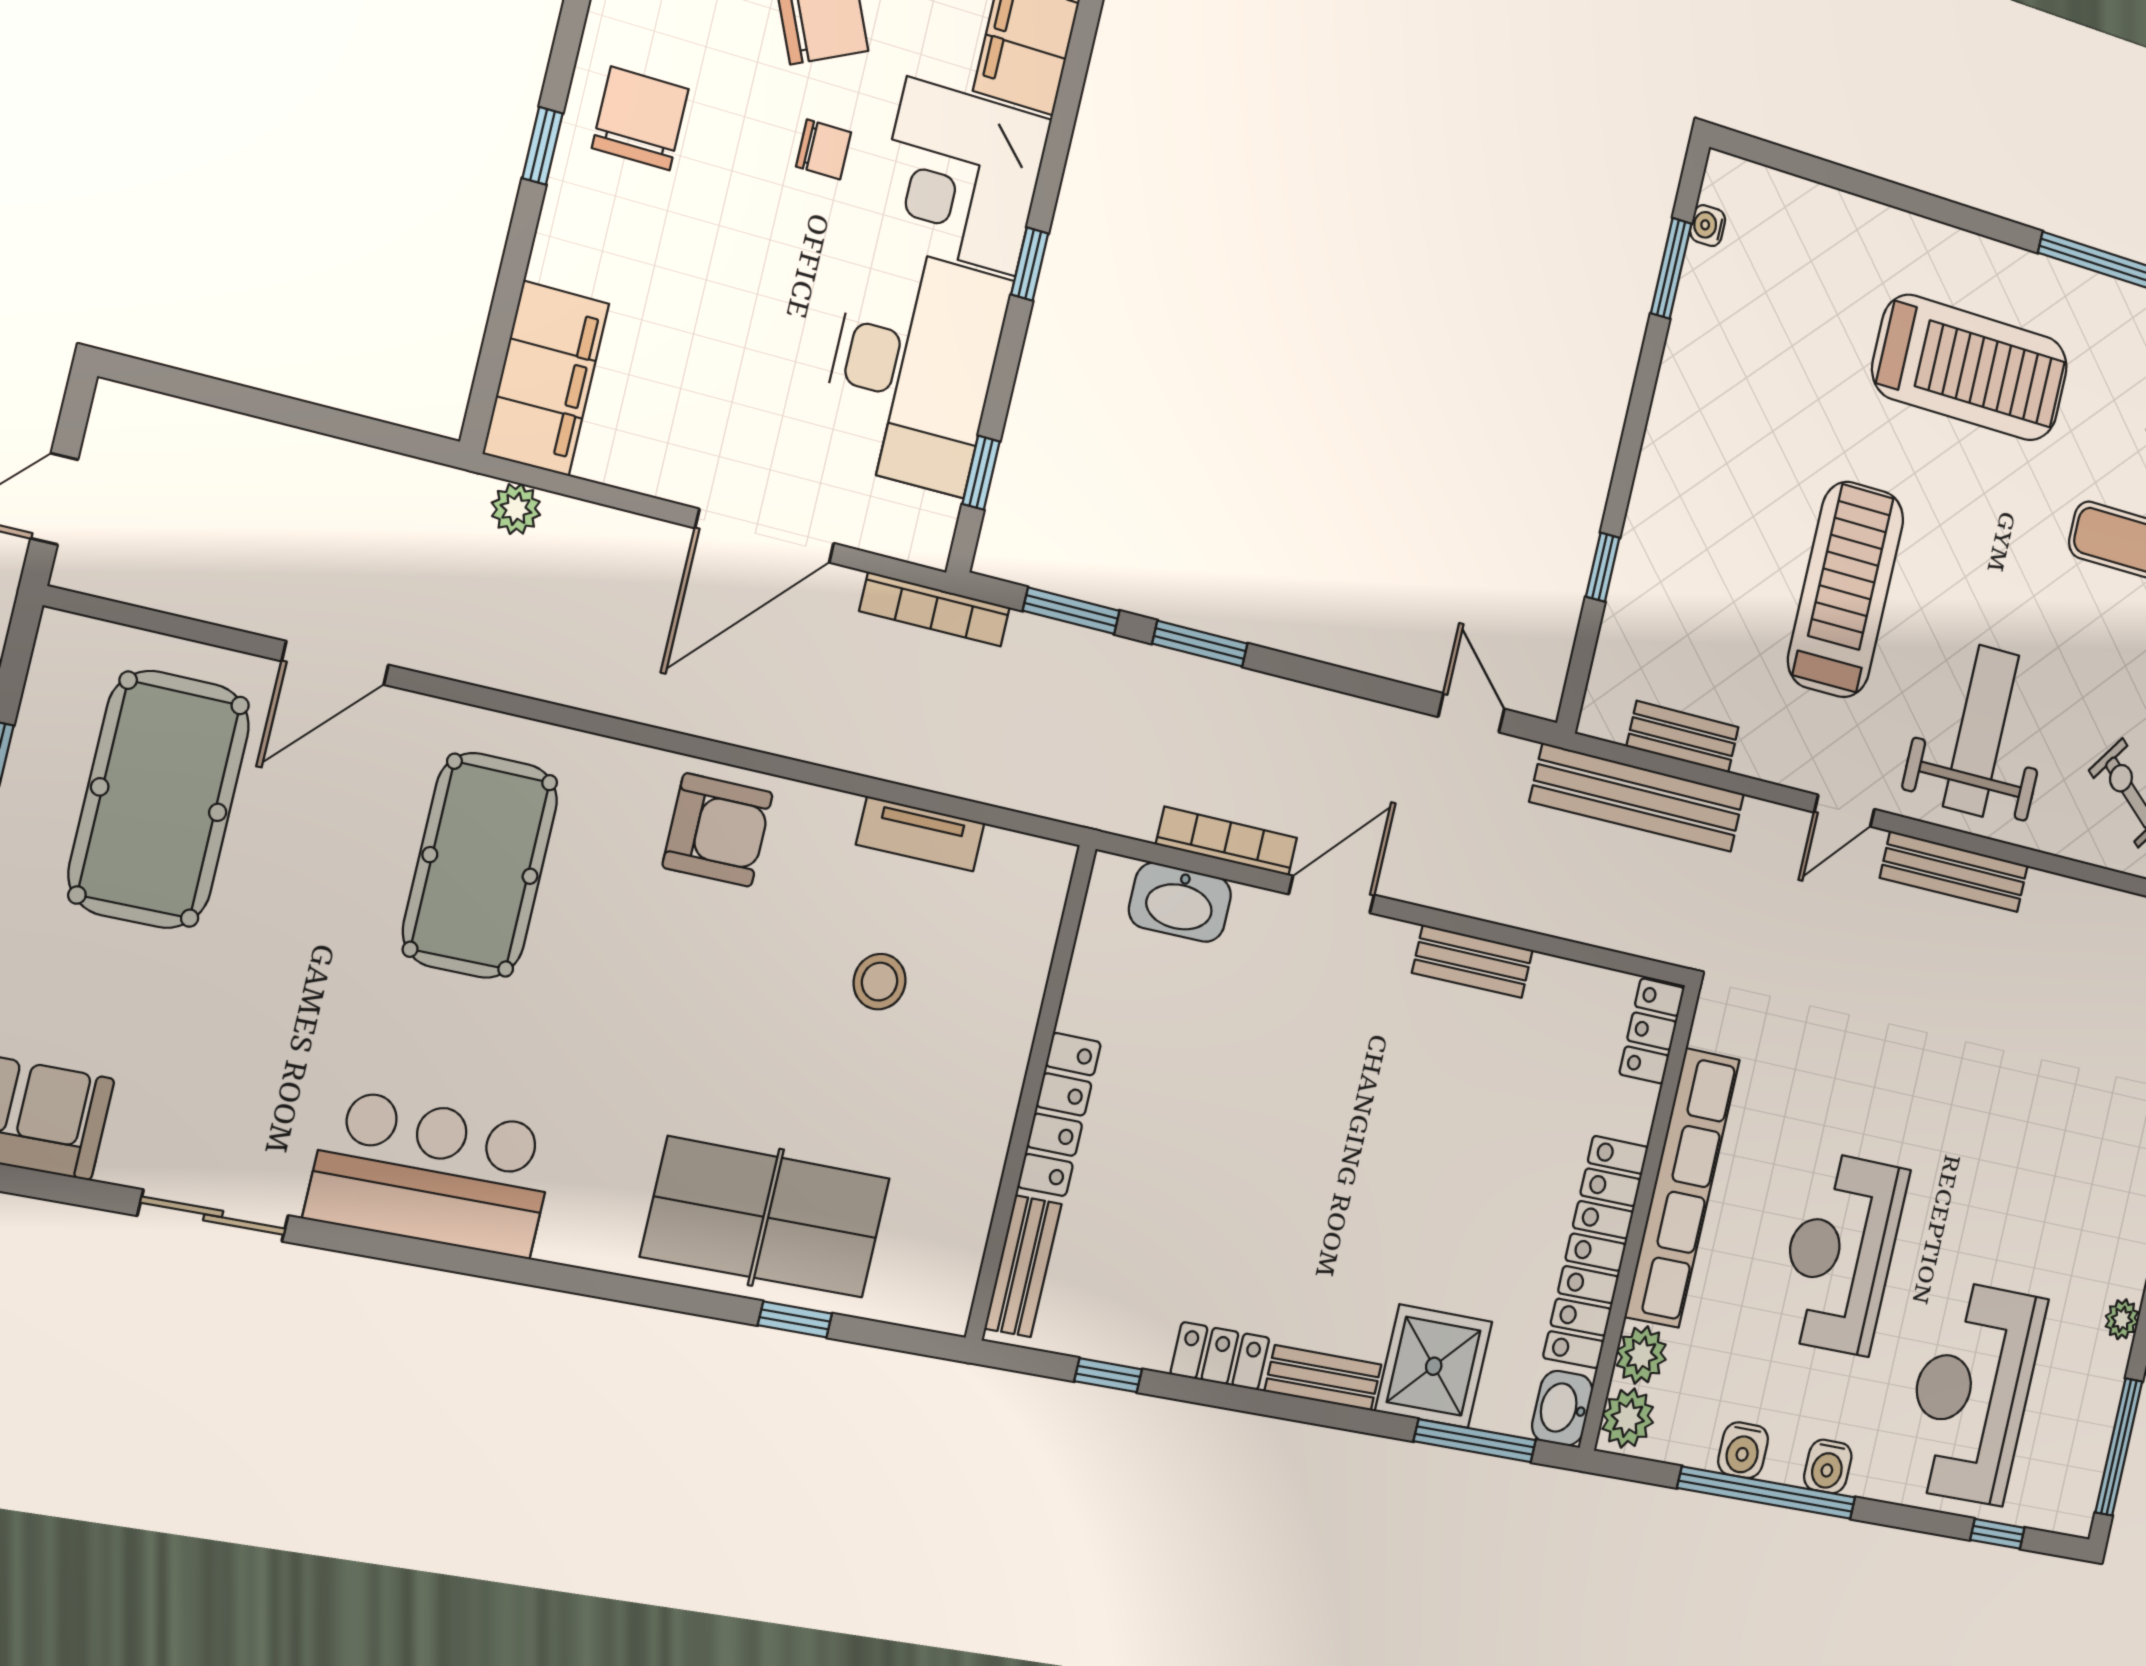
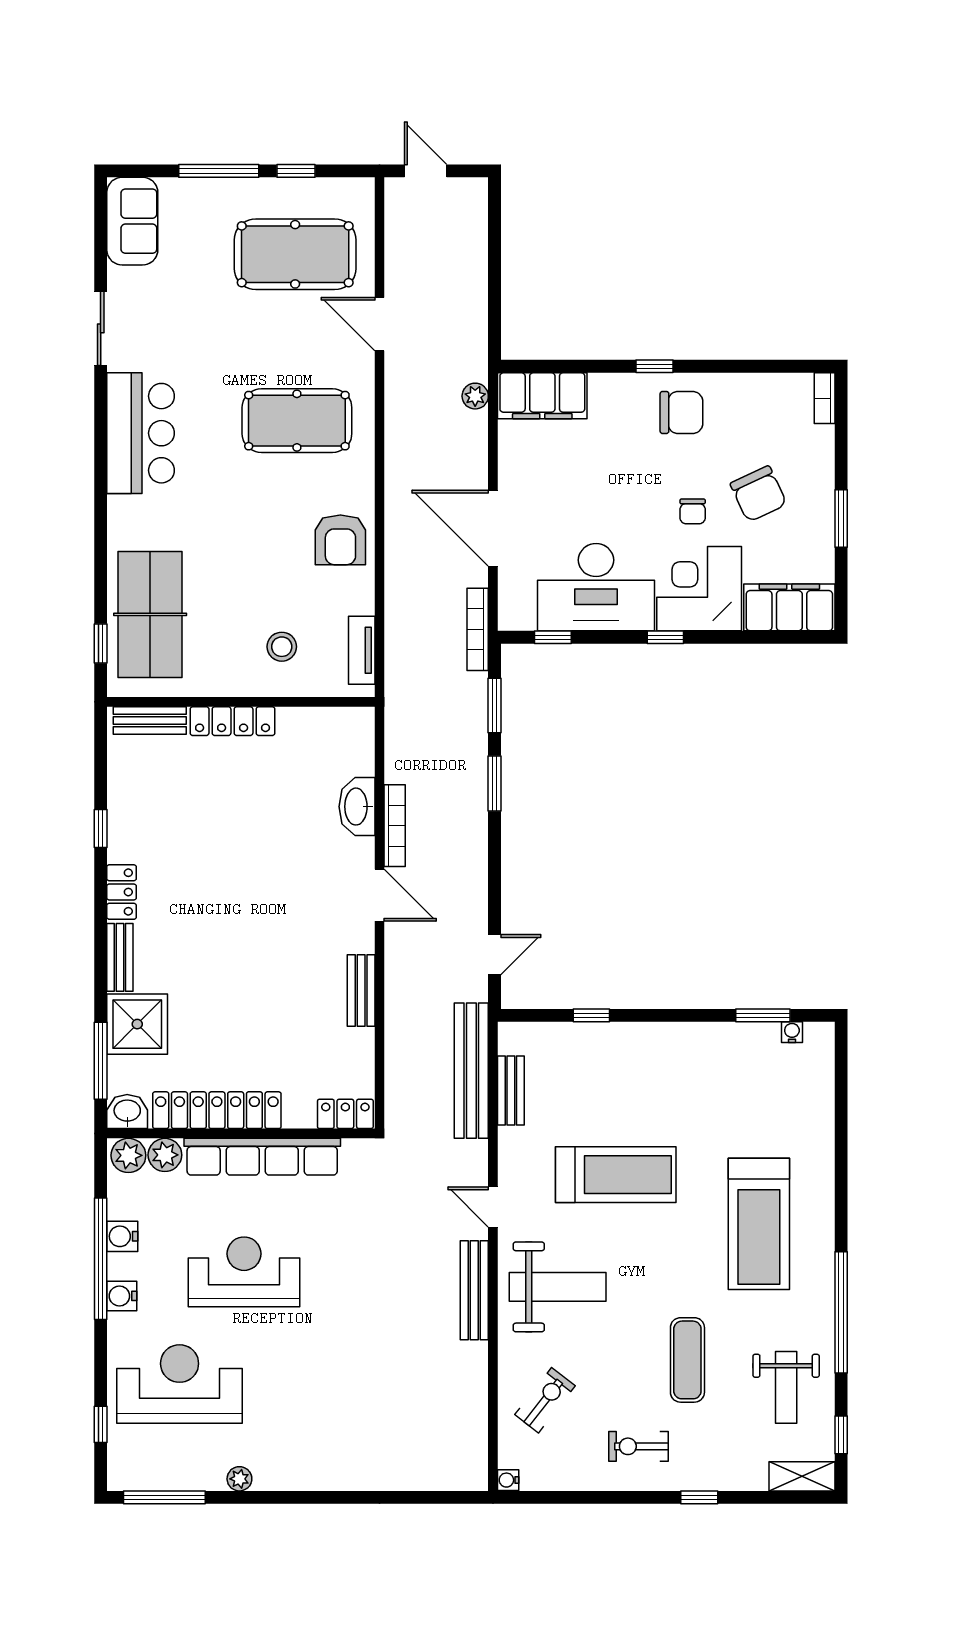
wall: (1031, 1093) -> (241, 702), moved
locker: (1059, 1115) -> (233, 721), moved
bench: (1023, 1266) -> (150, 720), moved

